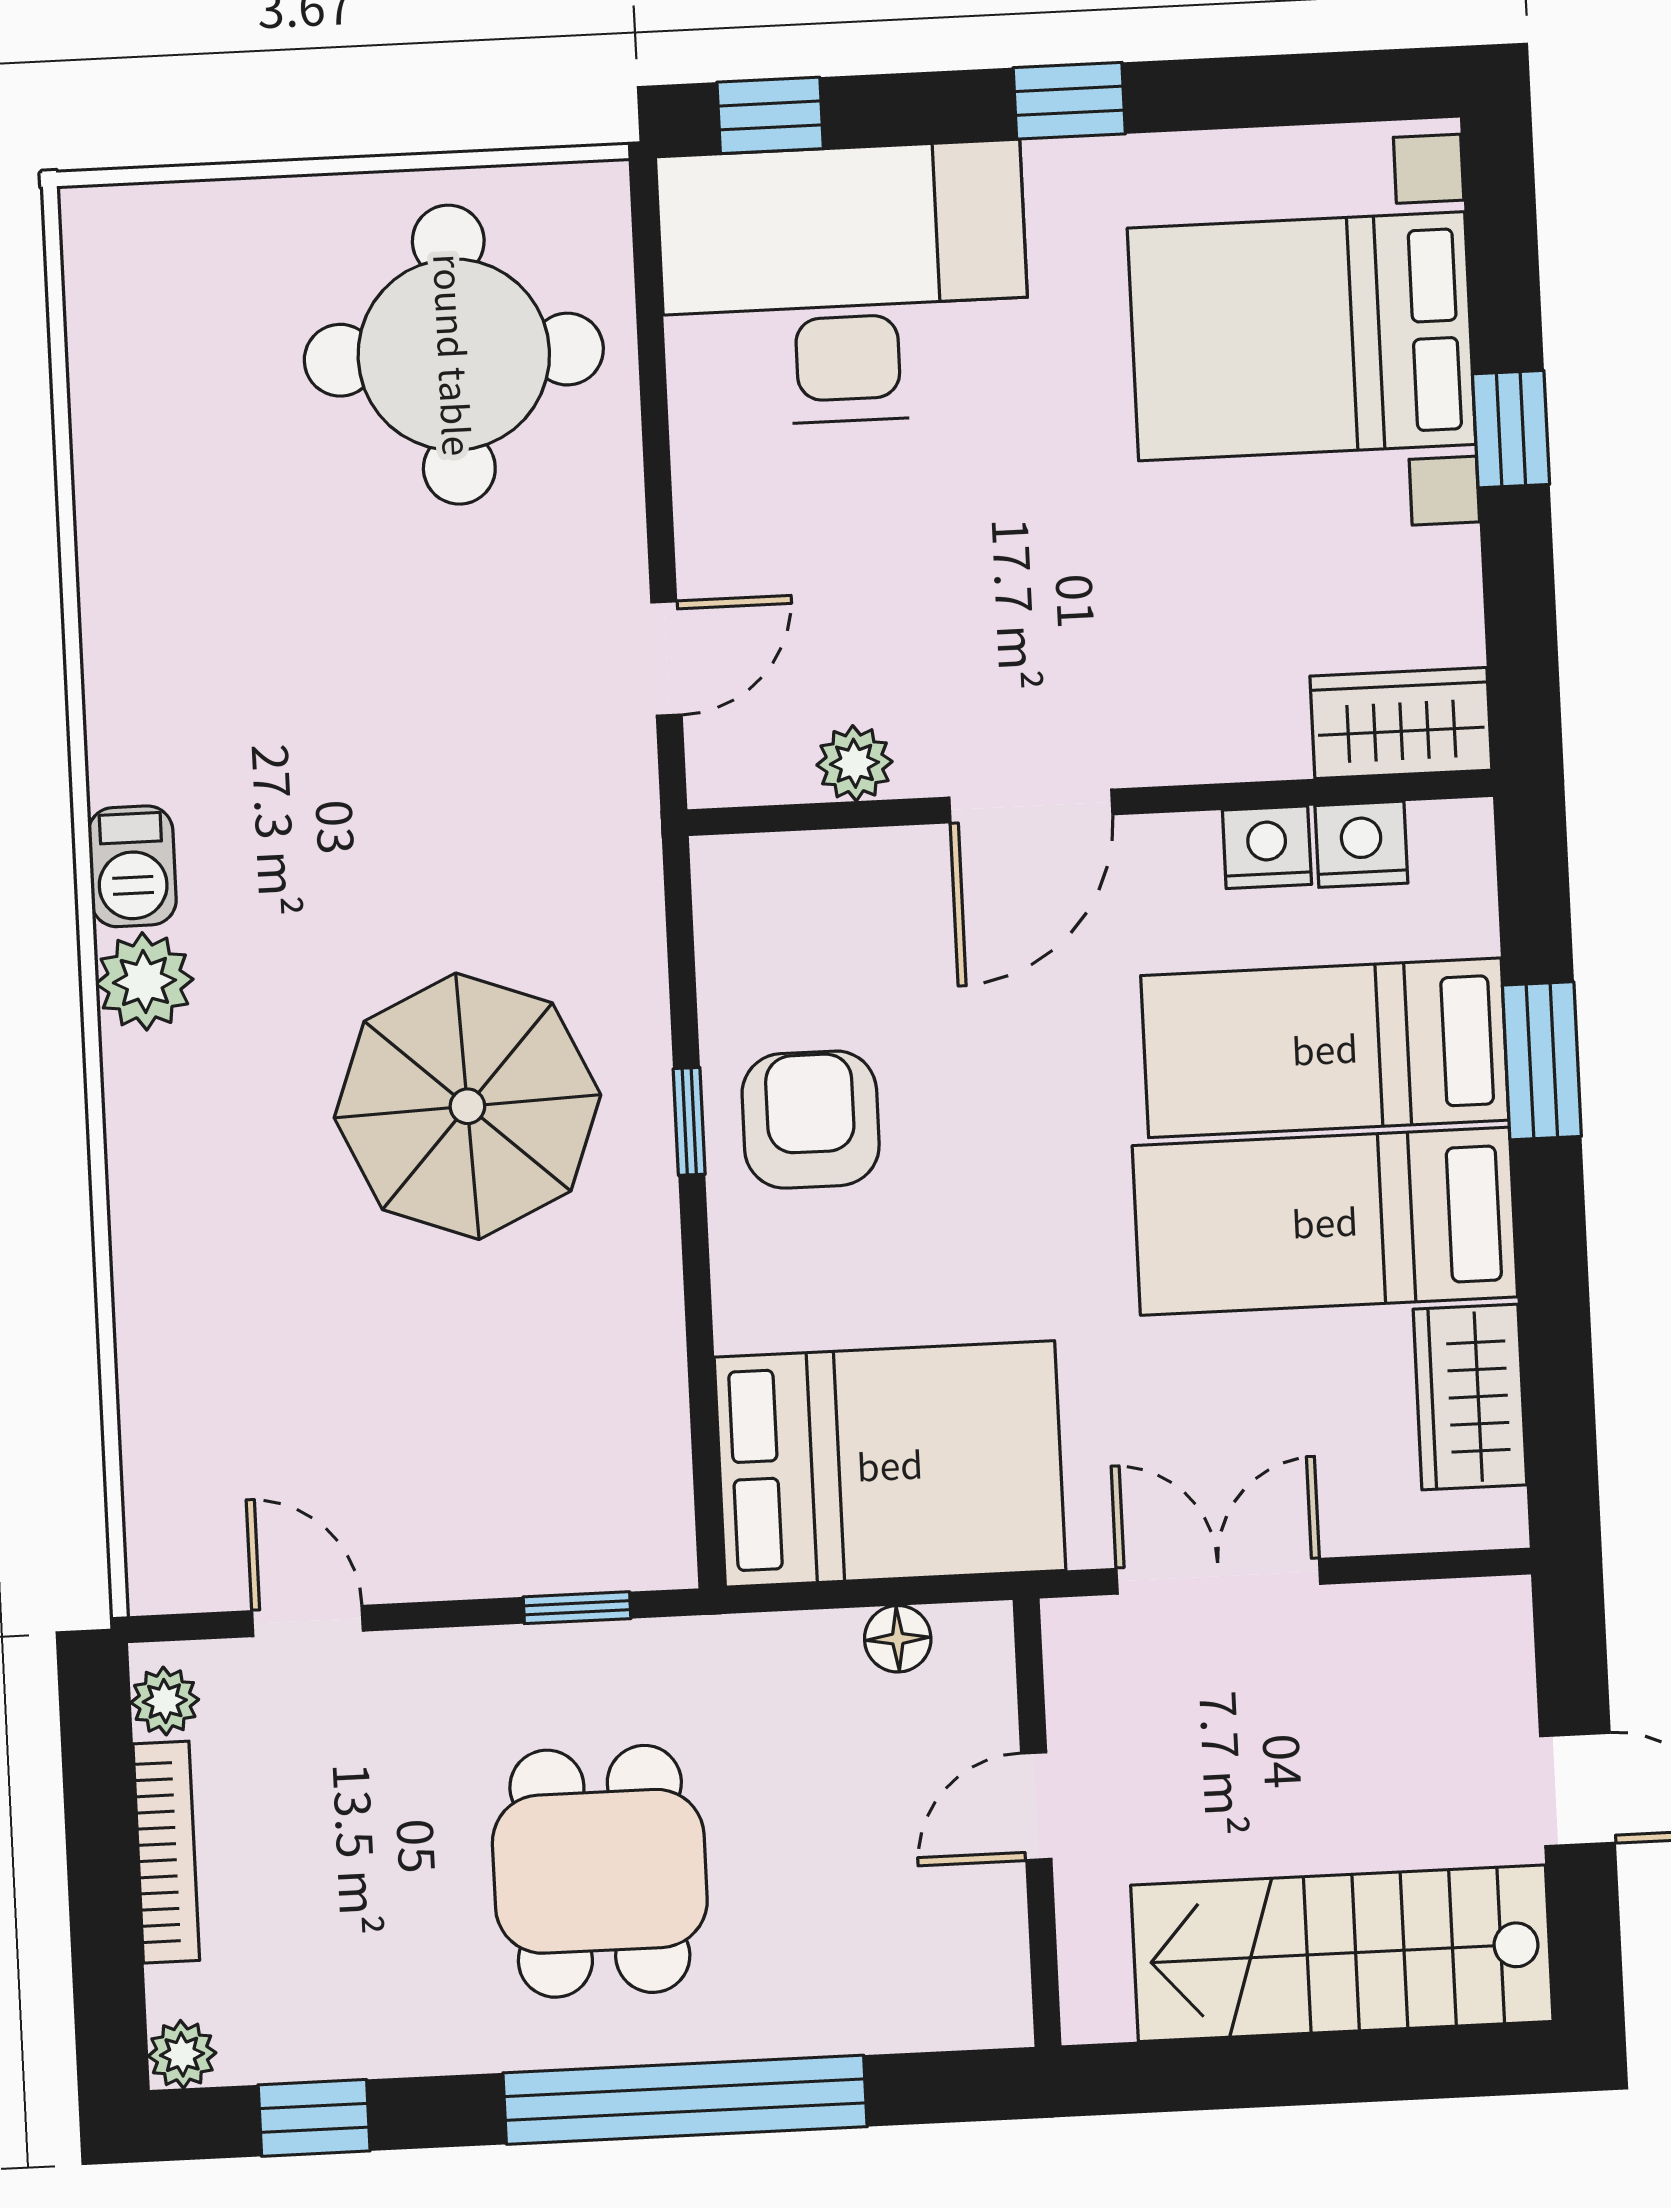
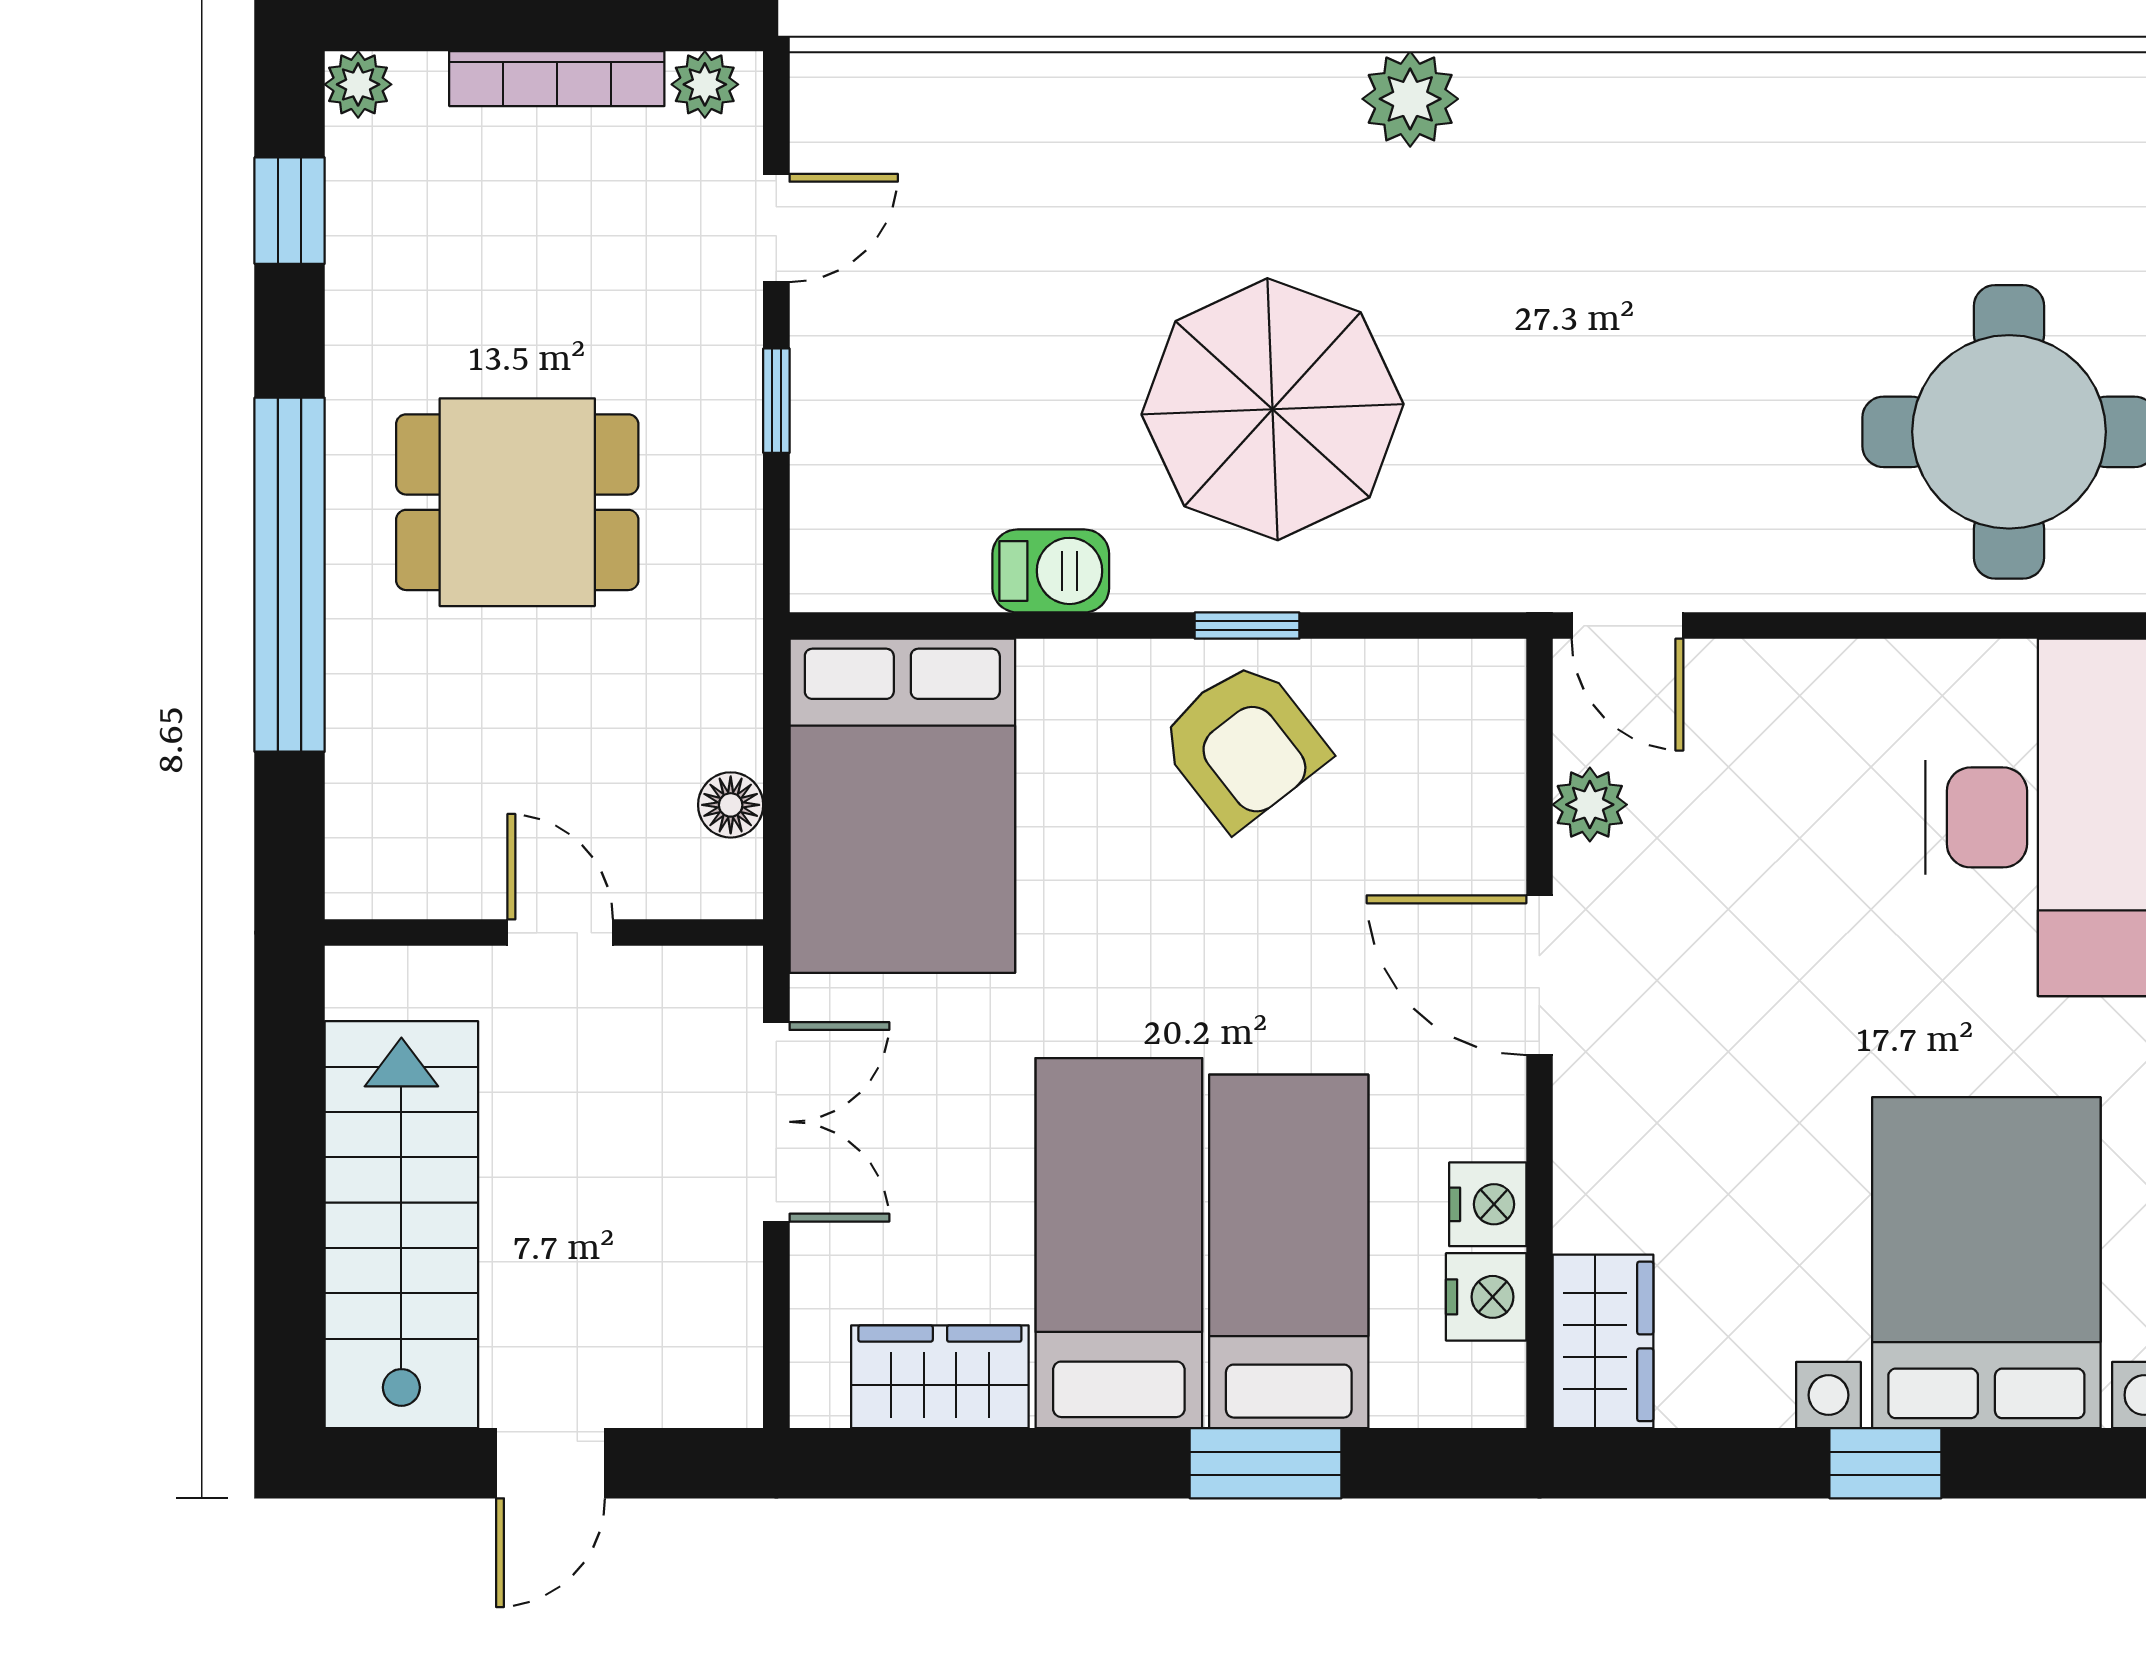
door: (667, 658) -> (1627, 626), moved
barbecue: (132, 866) -> (1051, 571), moved, turned 180
armchair: (811, 1120) -> (1243, 745), turned 52
window: (577, 1608) -> (776, 401), moved

